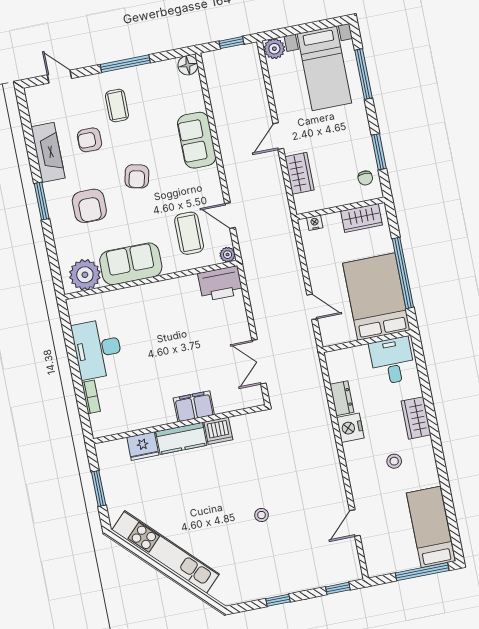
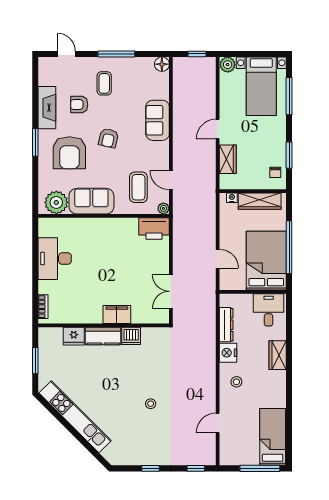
armchair: (89, 206) -> (69, 153), width x1.36, depth x1.36
wardrobe: (362, 218) -> (260, 201), width x1.50
bookcase: (91, 397) -> (43, 307), moved
dresser: (342, 398) -> (226, 325), width x1.44
stool: (394, 461) -> (236, 382), moved

